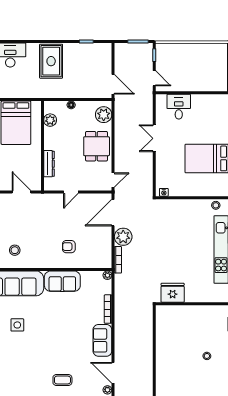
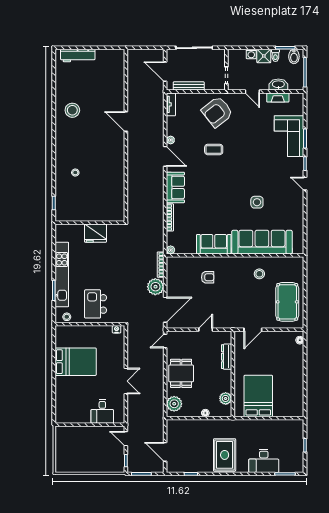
door: (113, 84) -> (165, 452), moved
door: (21, 192) -> (253, 330), hinge flipped
kitchen island: (186, 219) -> (96, 304), added
fridge: (173, 293) -> (95, 233), moved

